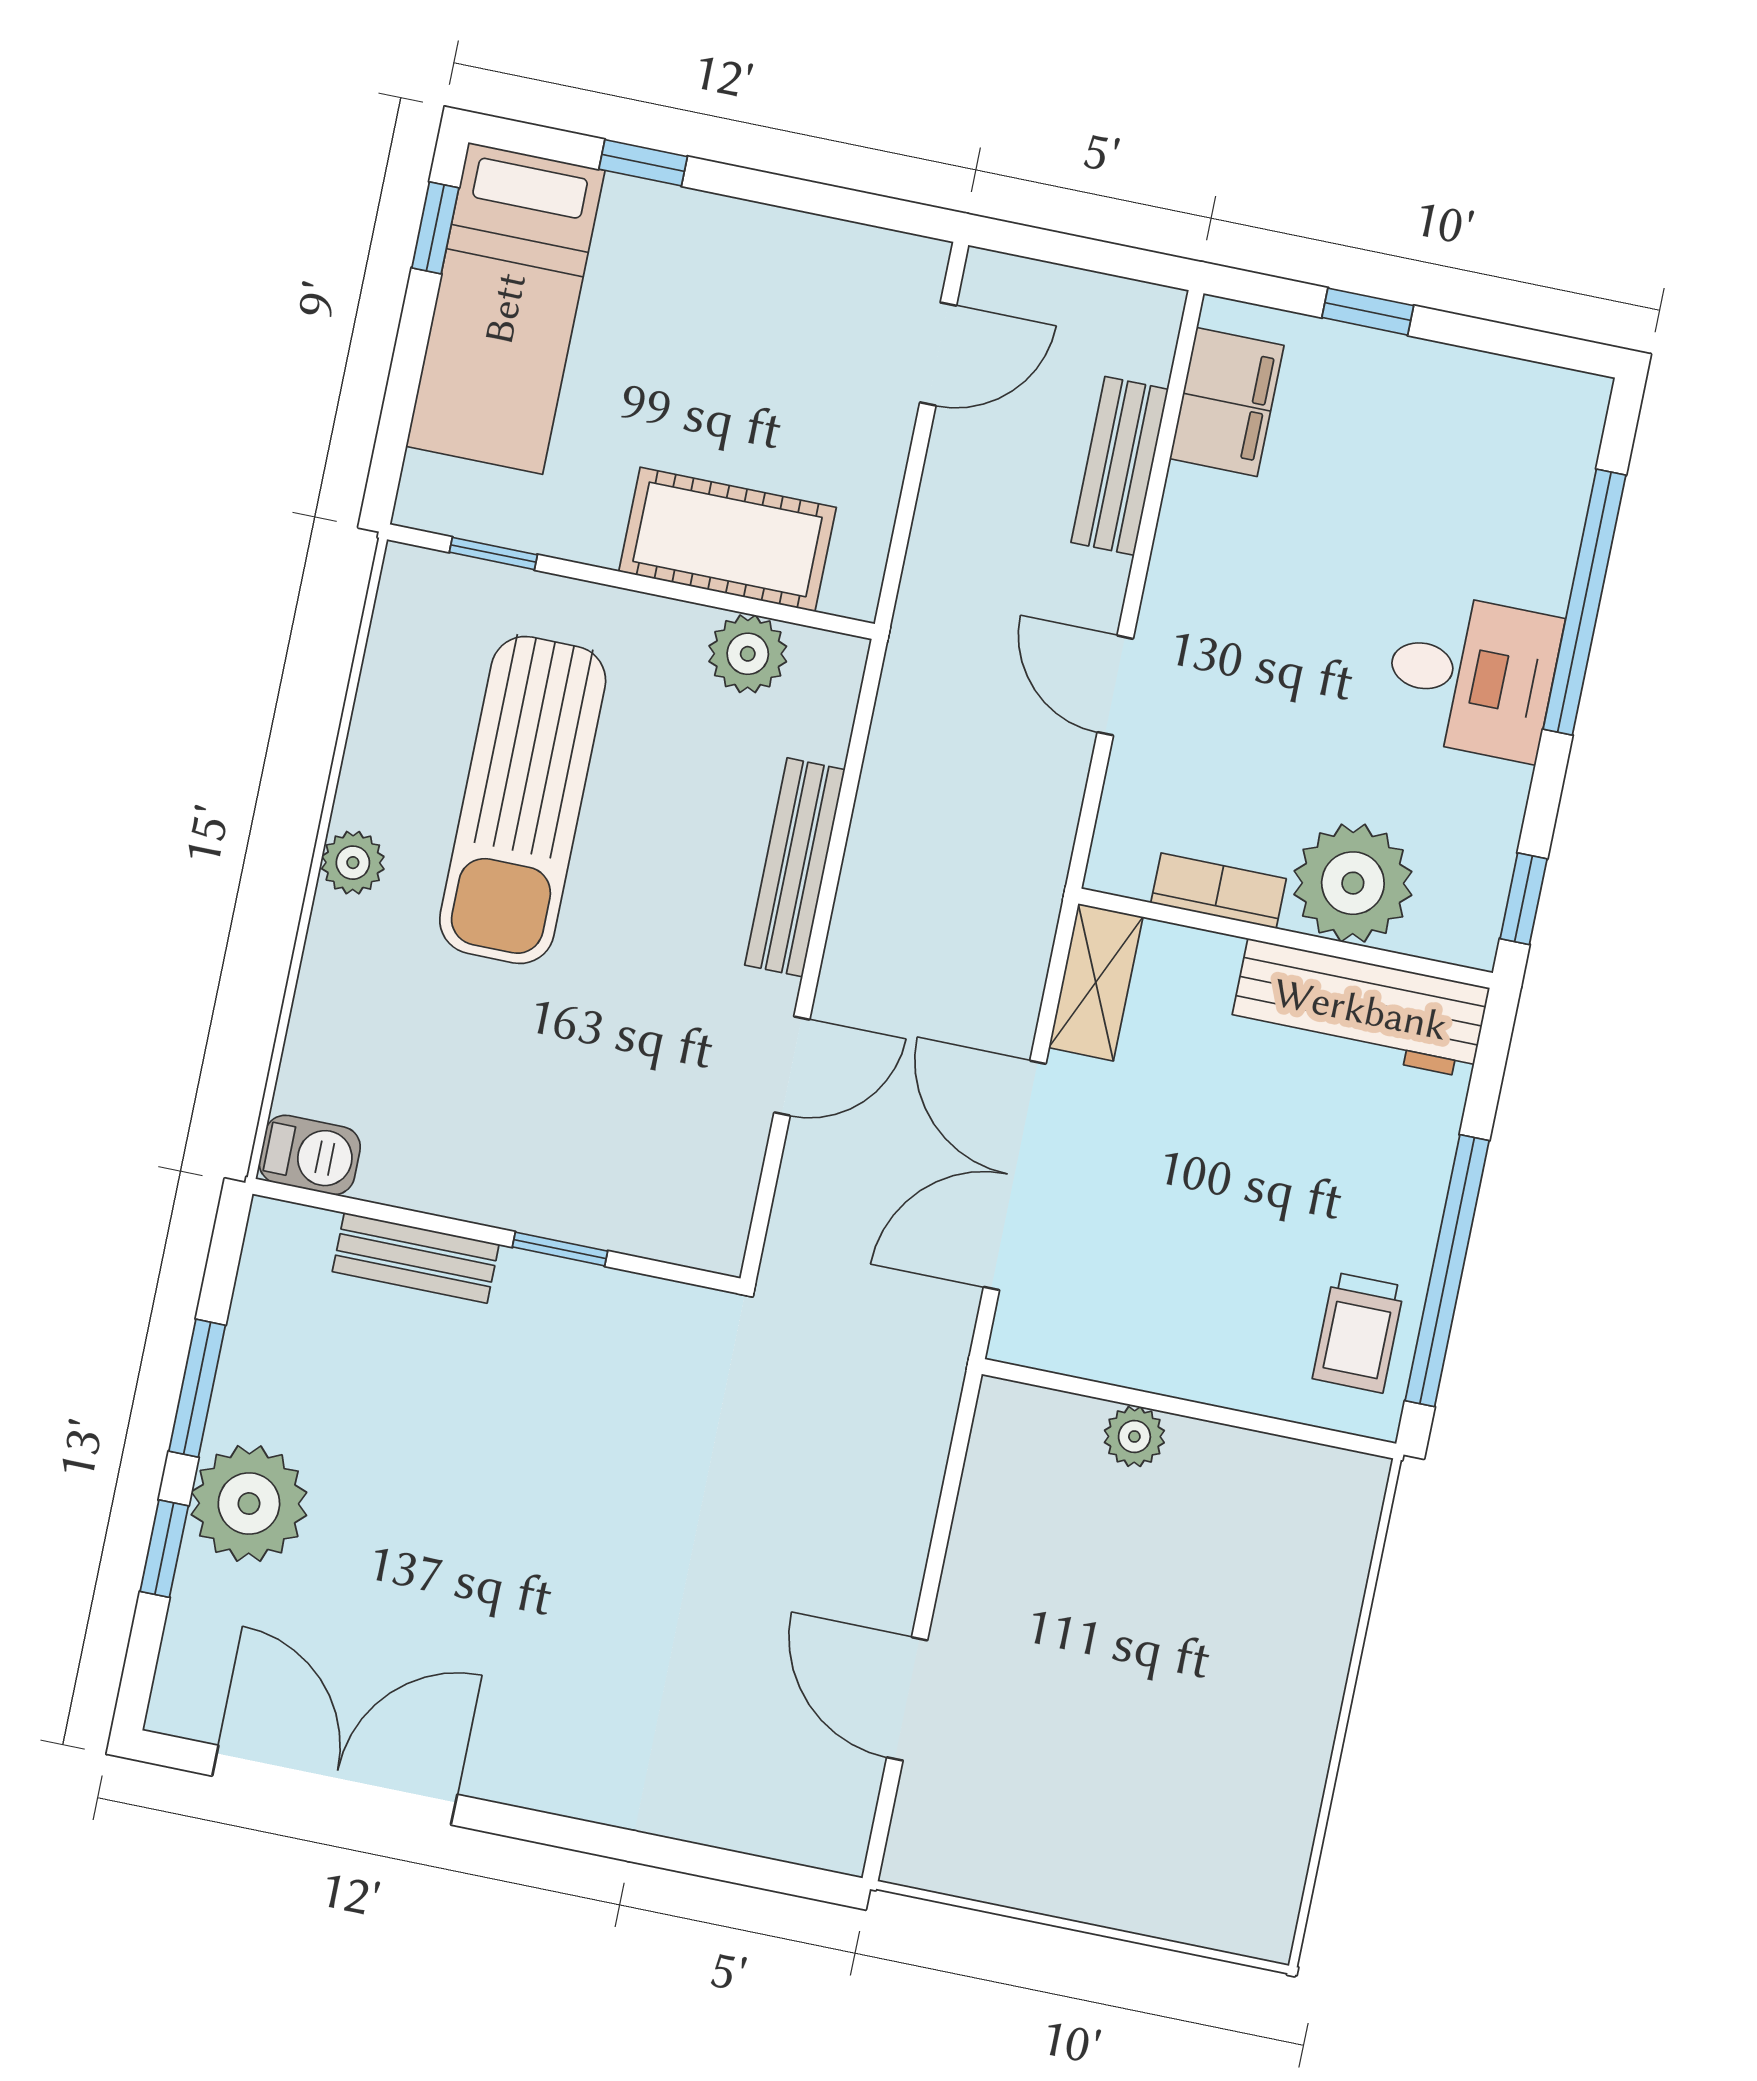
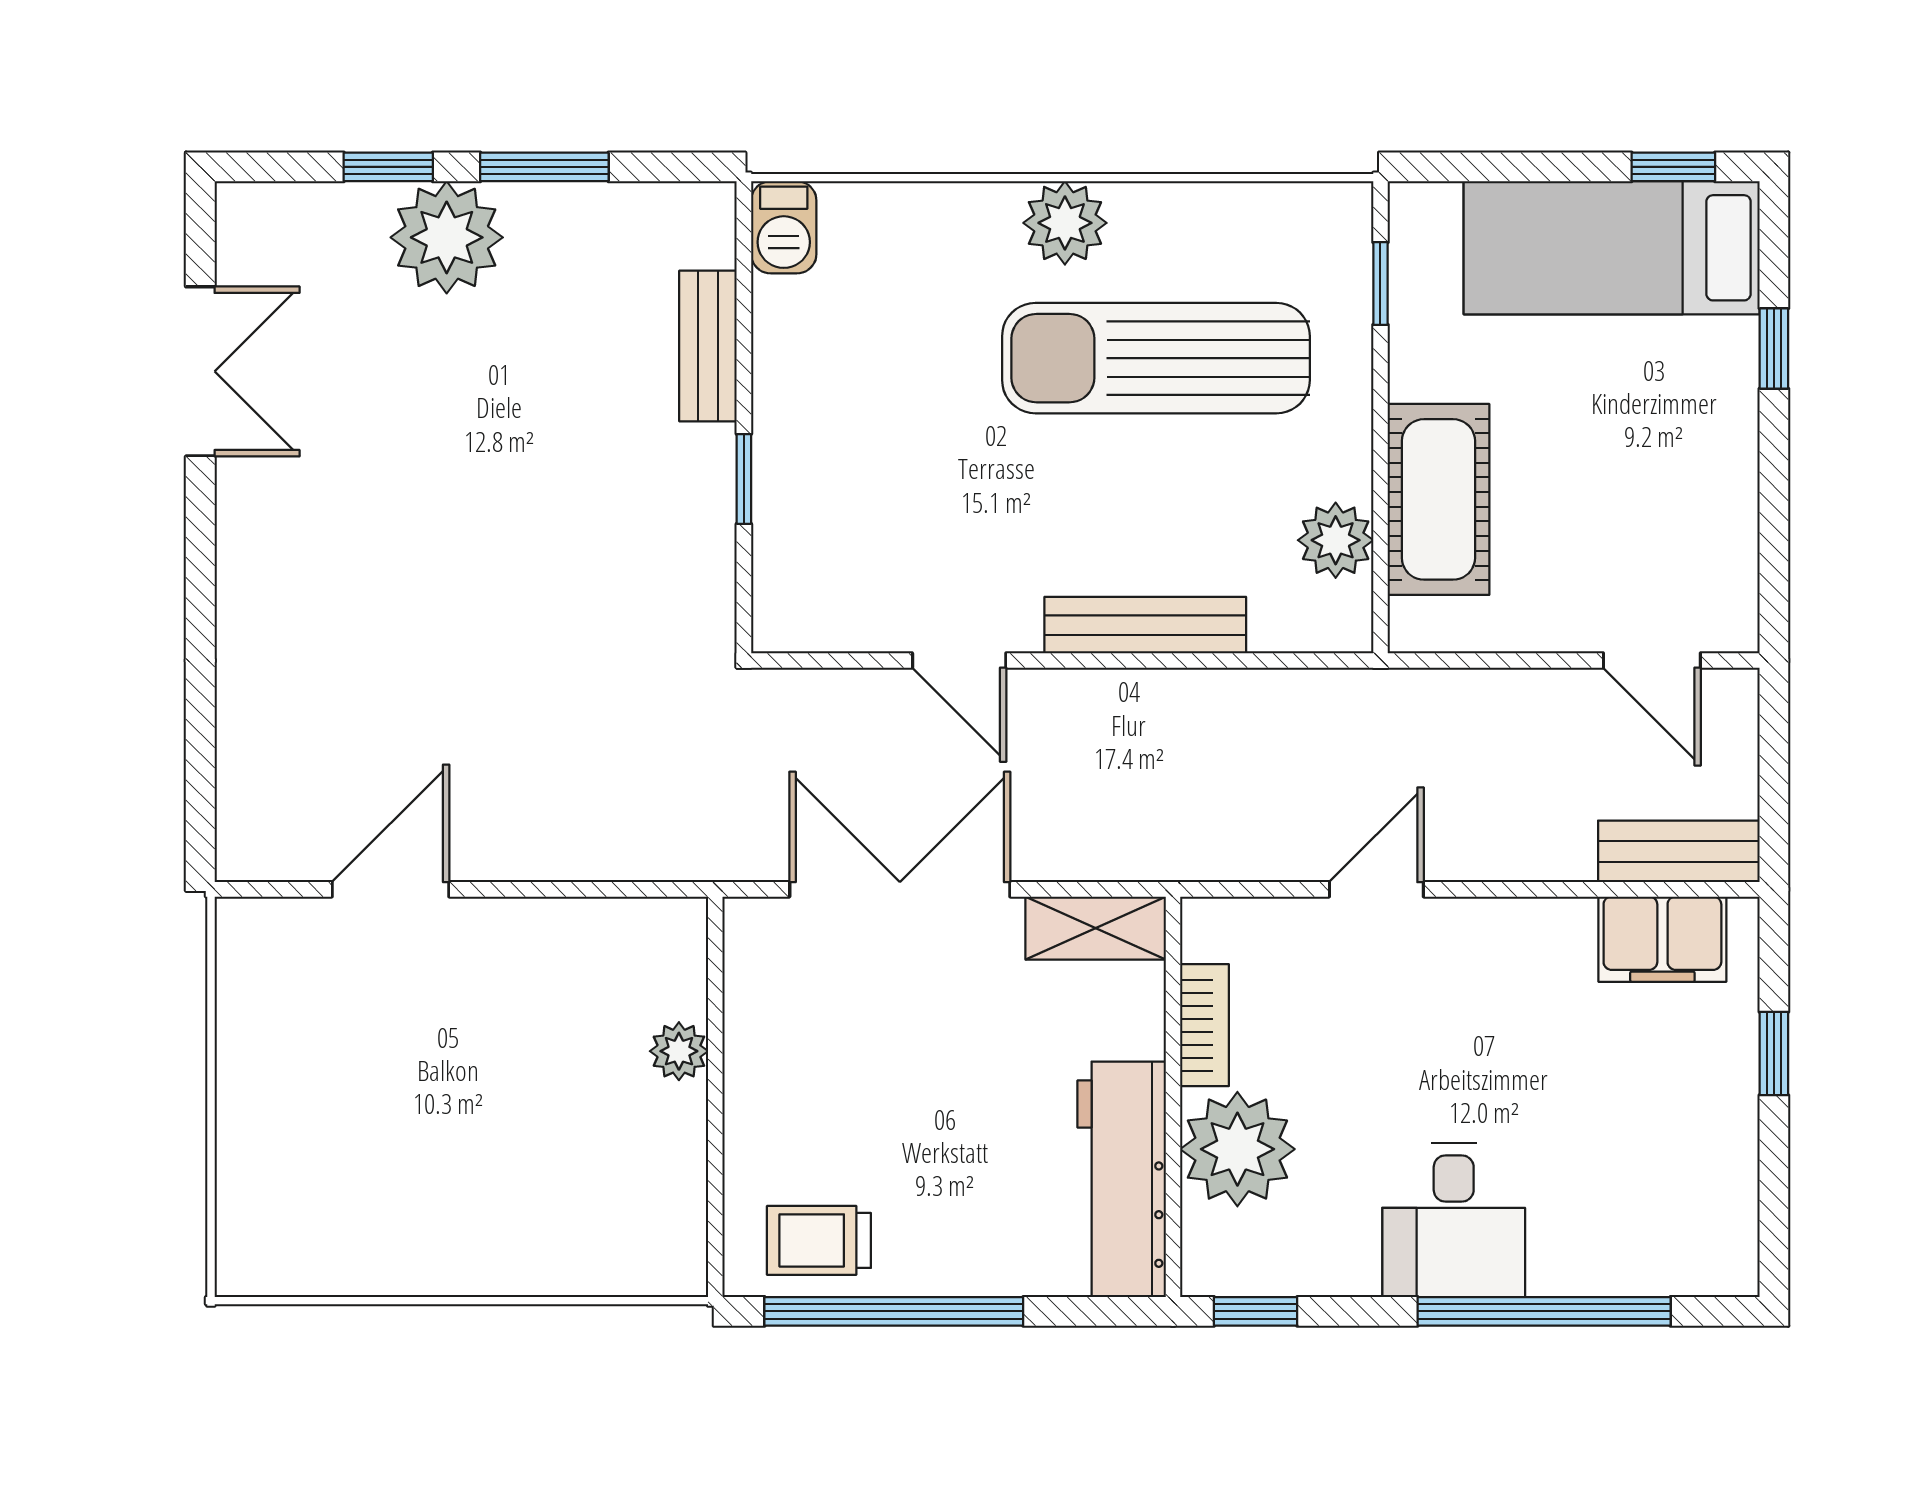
bench: (1120, 466) -> (1679, 851), moved
plant: (353, 863) -> (1065, 223), width x1.38, depth x1.38
double door: (335, 1785) -> (200, 371), width x0.73

